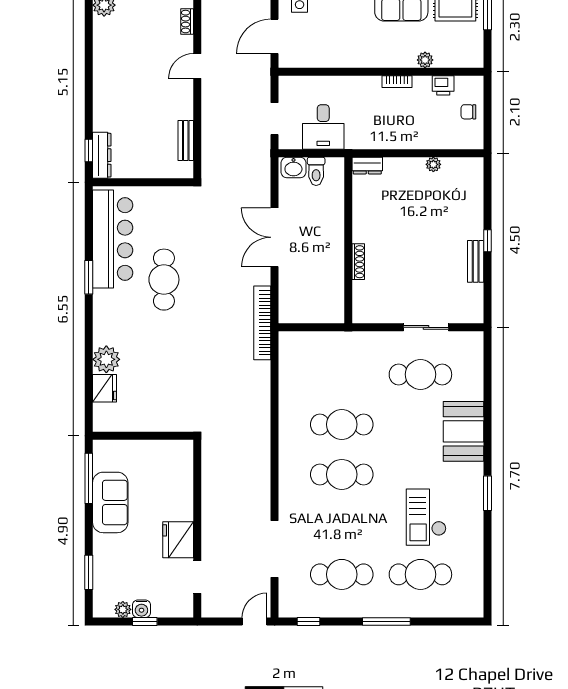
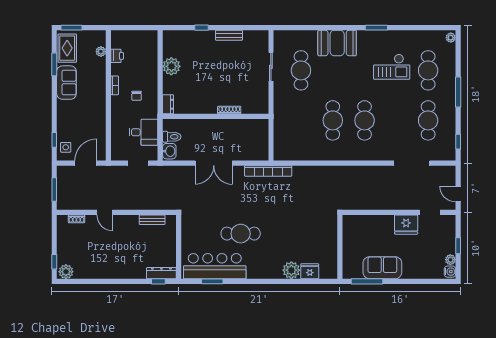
door: (275, 36) -> (86, 163), swing flipped
plant: (425, 60) -> (101, 52), moved
chair: (468, 112) -> (137, 96), moved
plant: (433, 164) -> (171, 66), width x1.88, depth x1.88
window: (488, 241) -> (201, 28), moved
window: (89, 277) -> (212, 281), moved
window: (89, 572) -> (427, 281), removed
water cooler: (141, 609) -> (450, 272), moved
plant: (472, 610) -> (451, 38), added
door: (254, 622) -> (458, 194), moved

